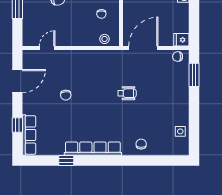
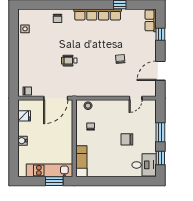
fridge: (181, 40) -> (24, 116), moved
window: (194, 75) -> (14, 76), removed
row of seats: (29, 135) -> (151, 20), width x0.68

